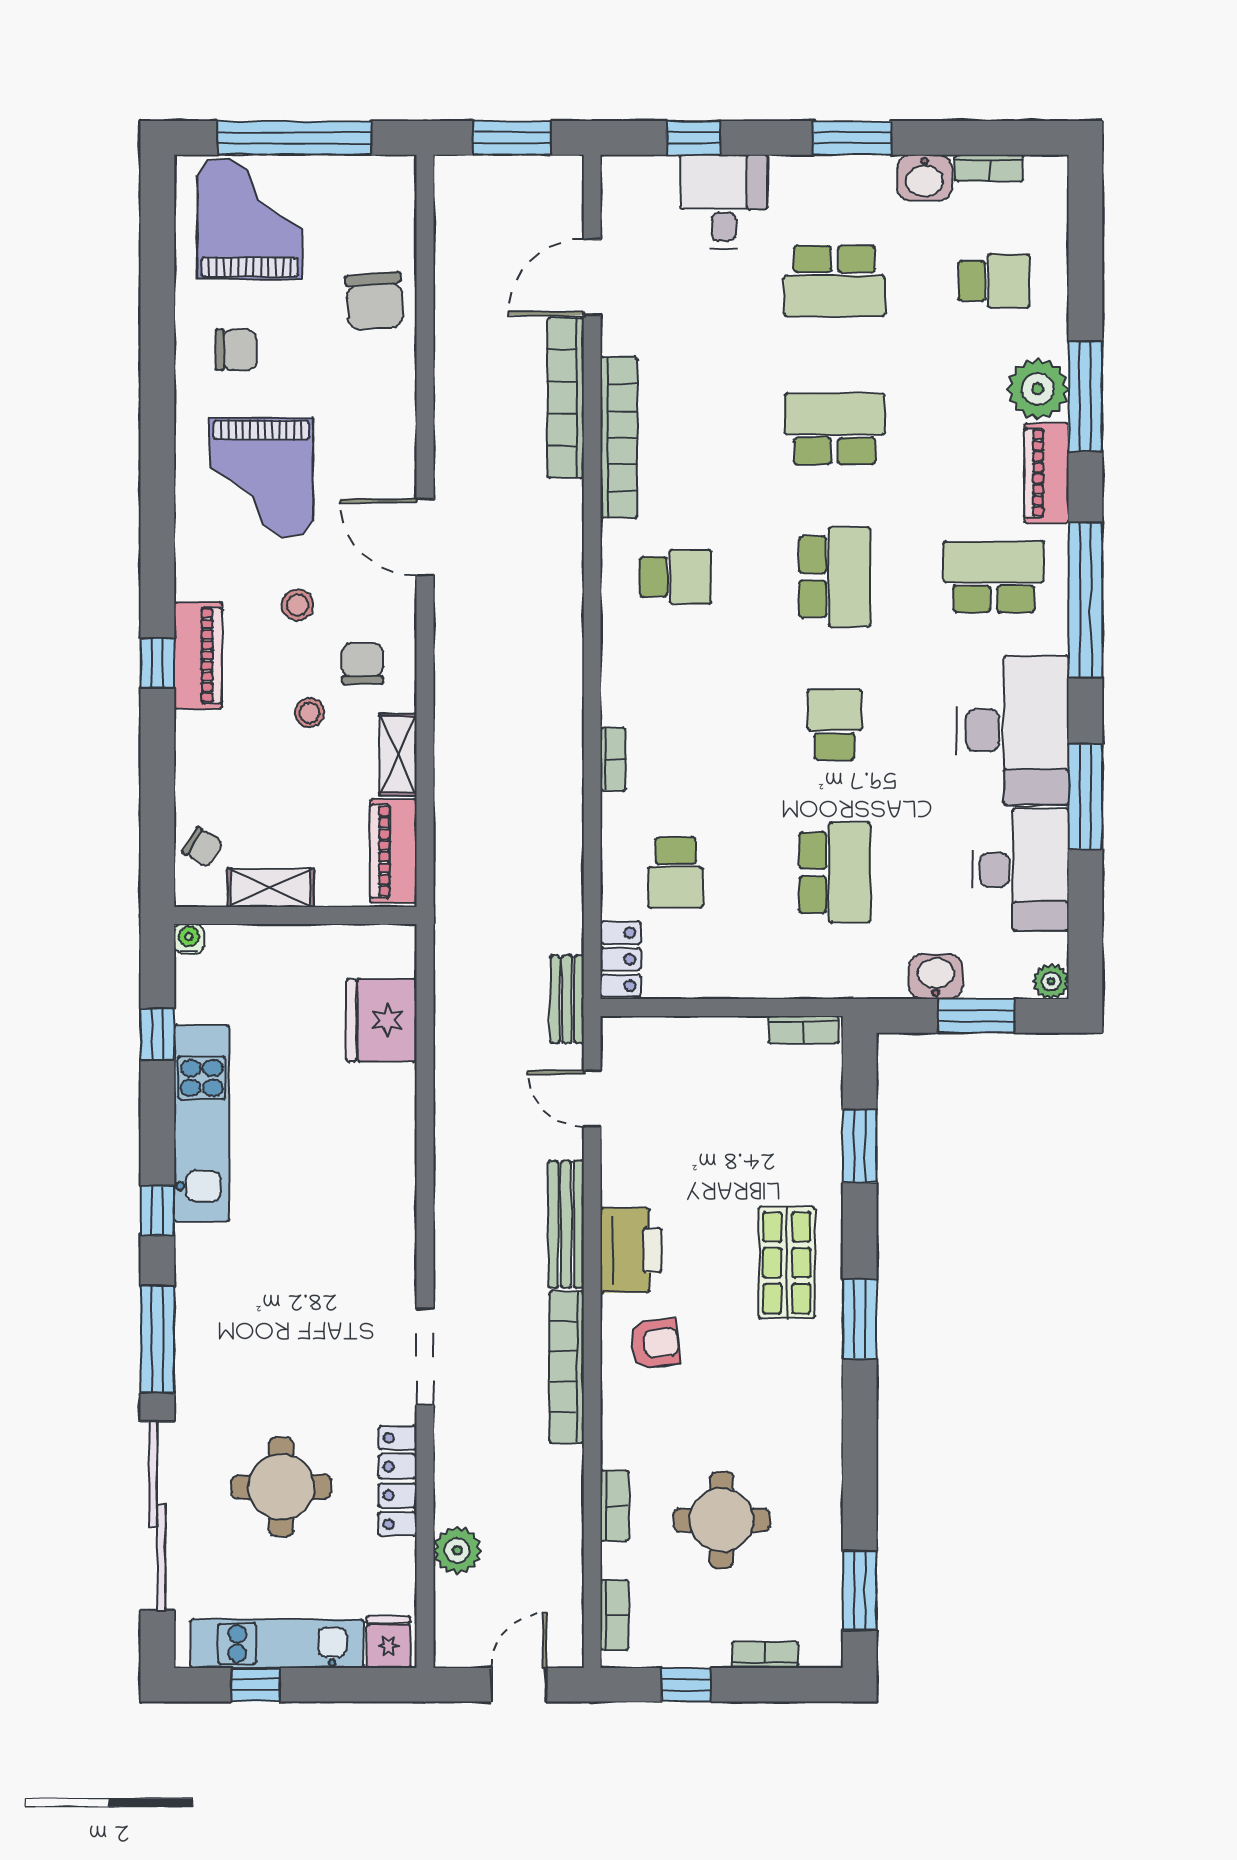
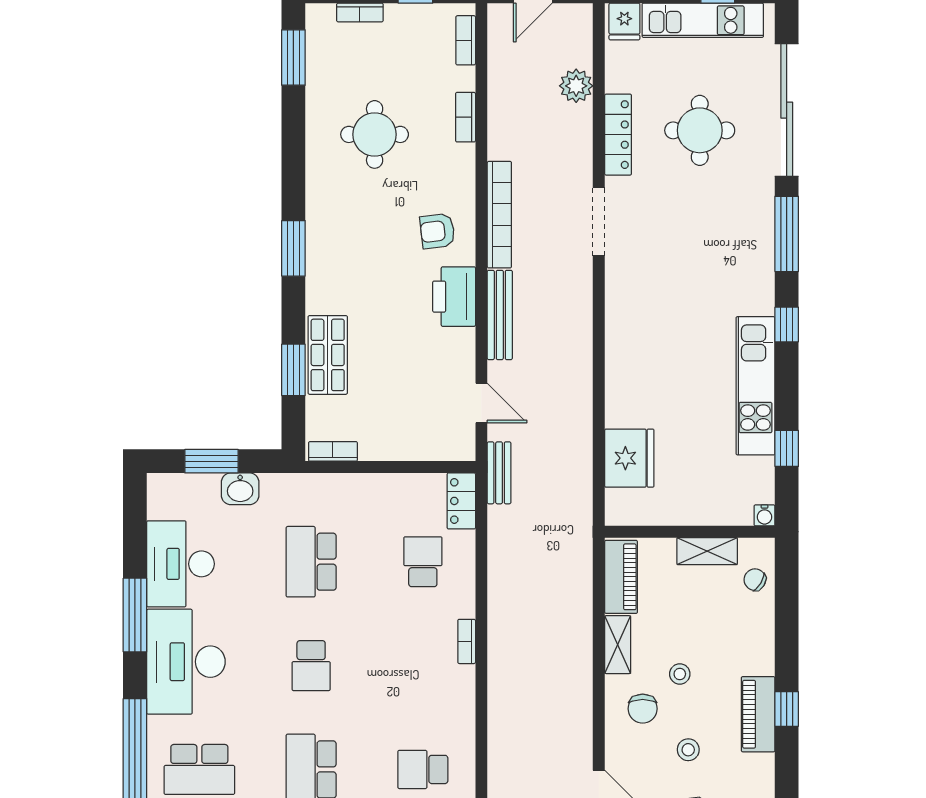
plant: (1051, 981) -> (159, 485), removed
shop shelf: (787, 1263) -> (328, 355), moved
round table: (722, 1520) -> (375, 134), moved

